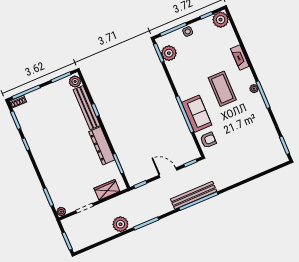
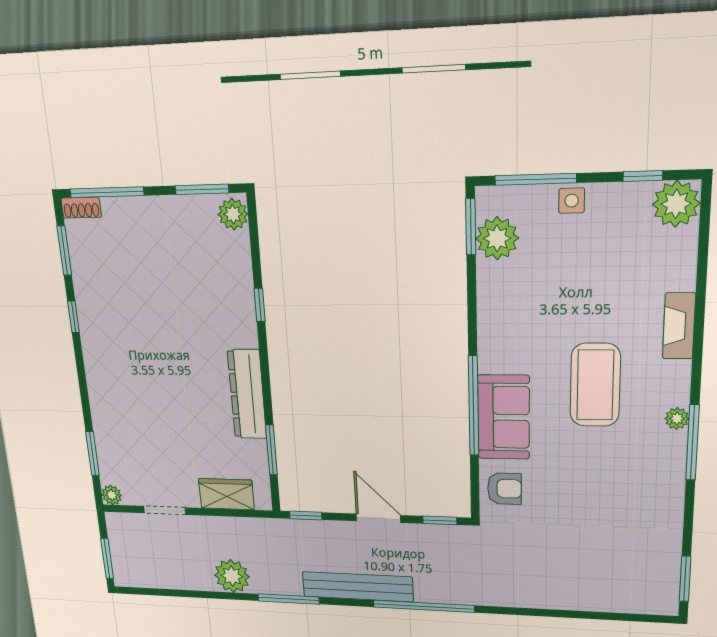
bench: (87, 108) -> (241, 291), removed
bench: (194, 195) -> (358, 587), moved

